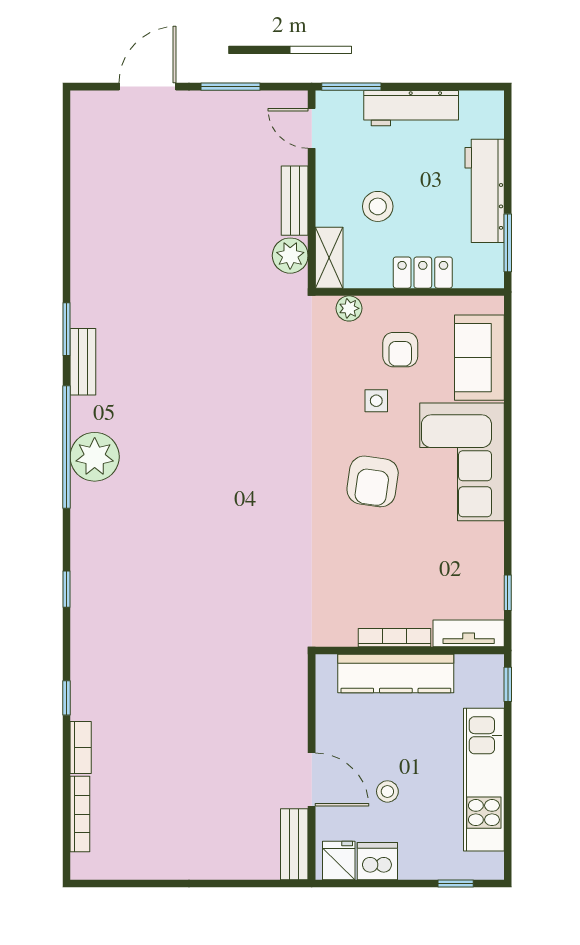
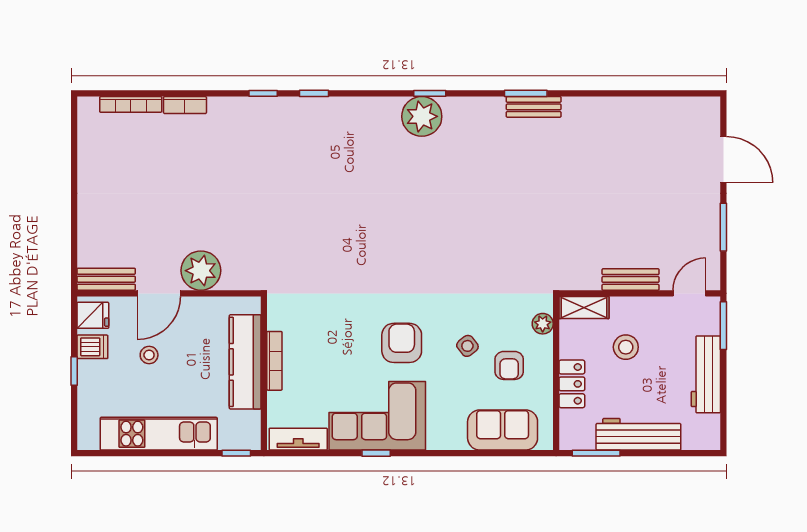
plant: (290, 256) -> (201, 271), moved, width x1.36, depth x1.36
armchair: (400, 350) -> (509, 365), turned -90
bench: (83, 362) -> (534, 107), moved
side table: (376, 401) -> (467, 346), turned -38
window: (66, 447) -> (430, 93), width x0.32
corner sofa: (462, 462) -> (377, 416), moved
armchair: (373, 481) -> (402, 343), turned 82
window: (508, 593) -> (376, 453), moved
tv unit: (469, 633) -> (298, 439), moved, turned -90
window: (66, 698) -> (263, 93), moved
dishwasher: (377, 861) -> (92, 347), width x0.73
window: (456, 883) -> (74, 371), moved

